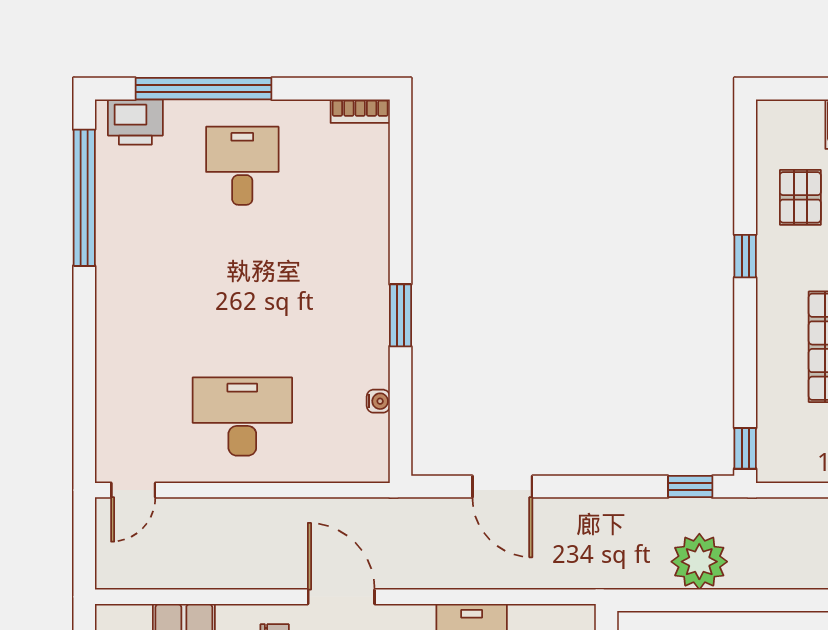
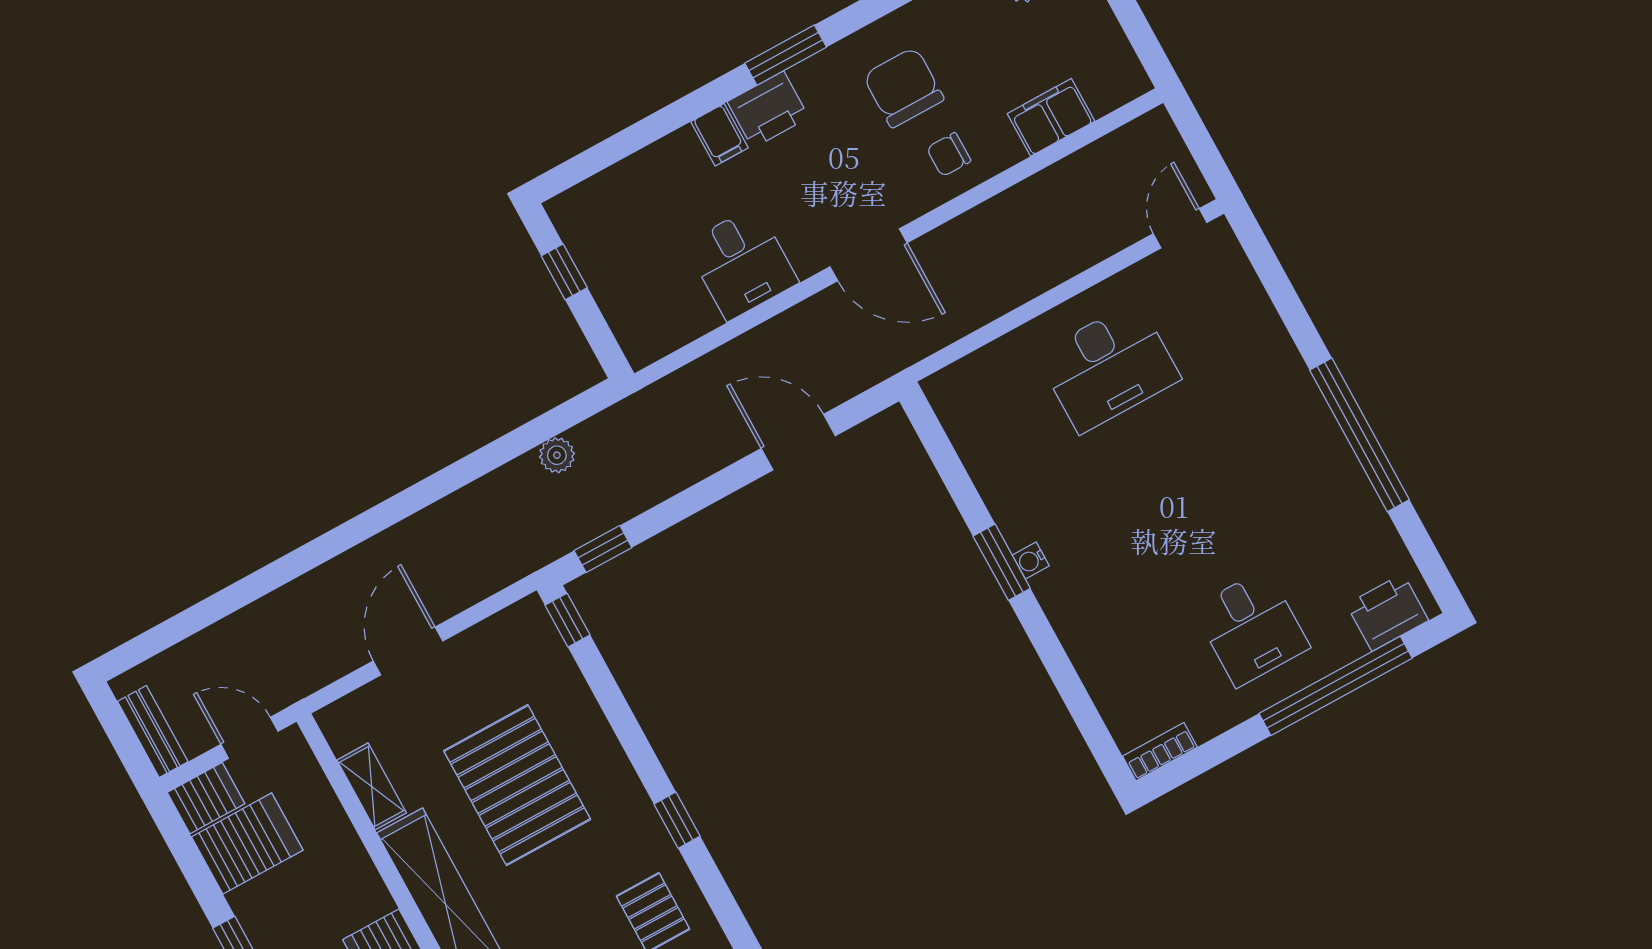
window: (84, 198) -> (1360, 435), moved
water cooler: (378, 401) -> (1031, 560), moved
plant: (699, 562) -> (557, 455), width x0.53, depth x0.53
door: (341, 597) -> (869, 255), moved

